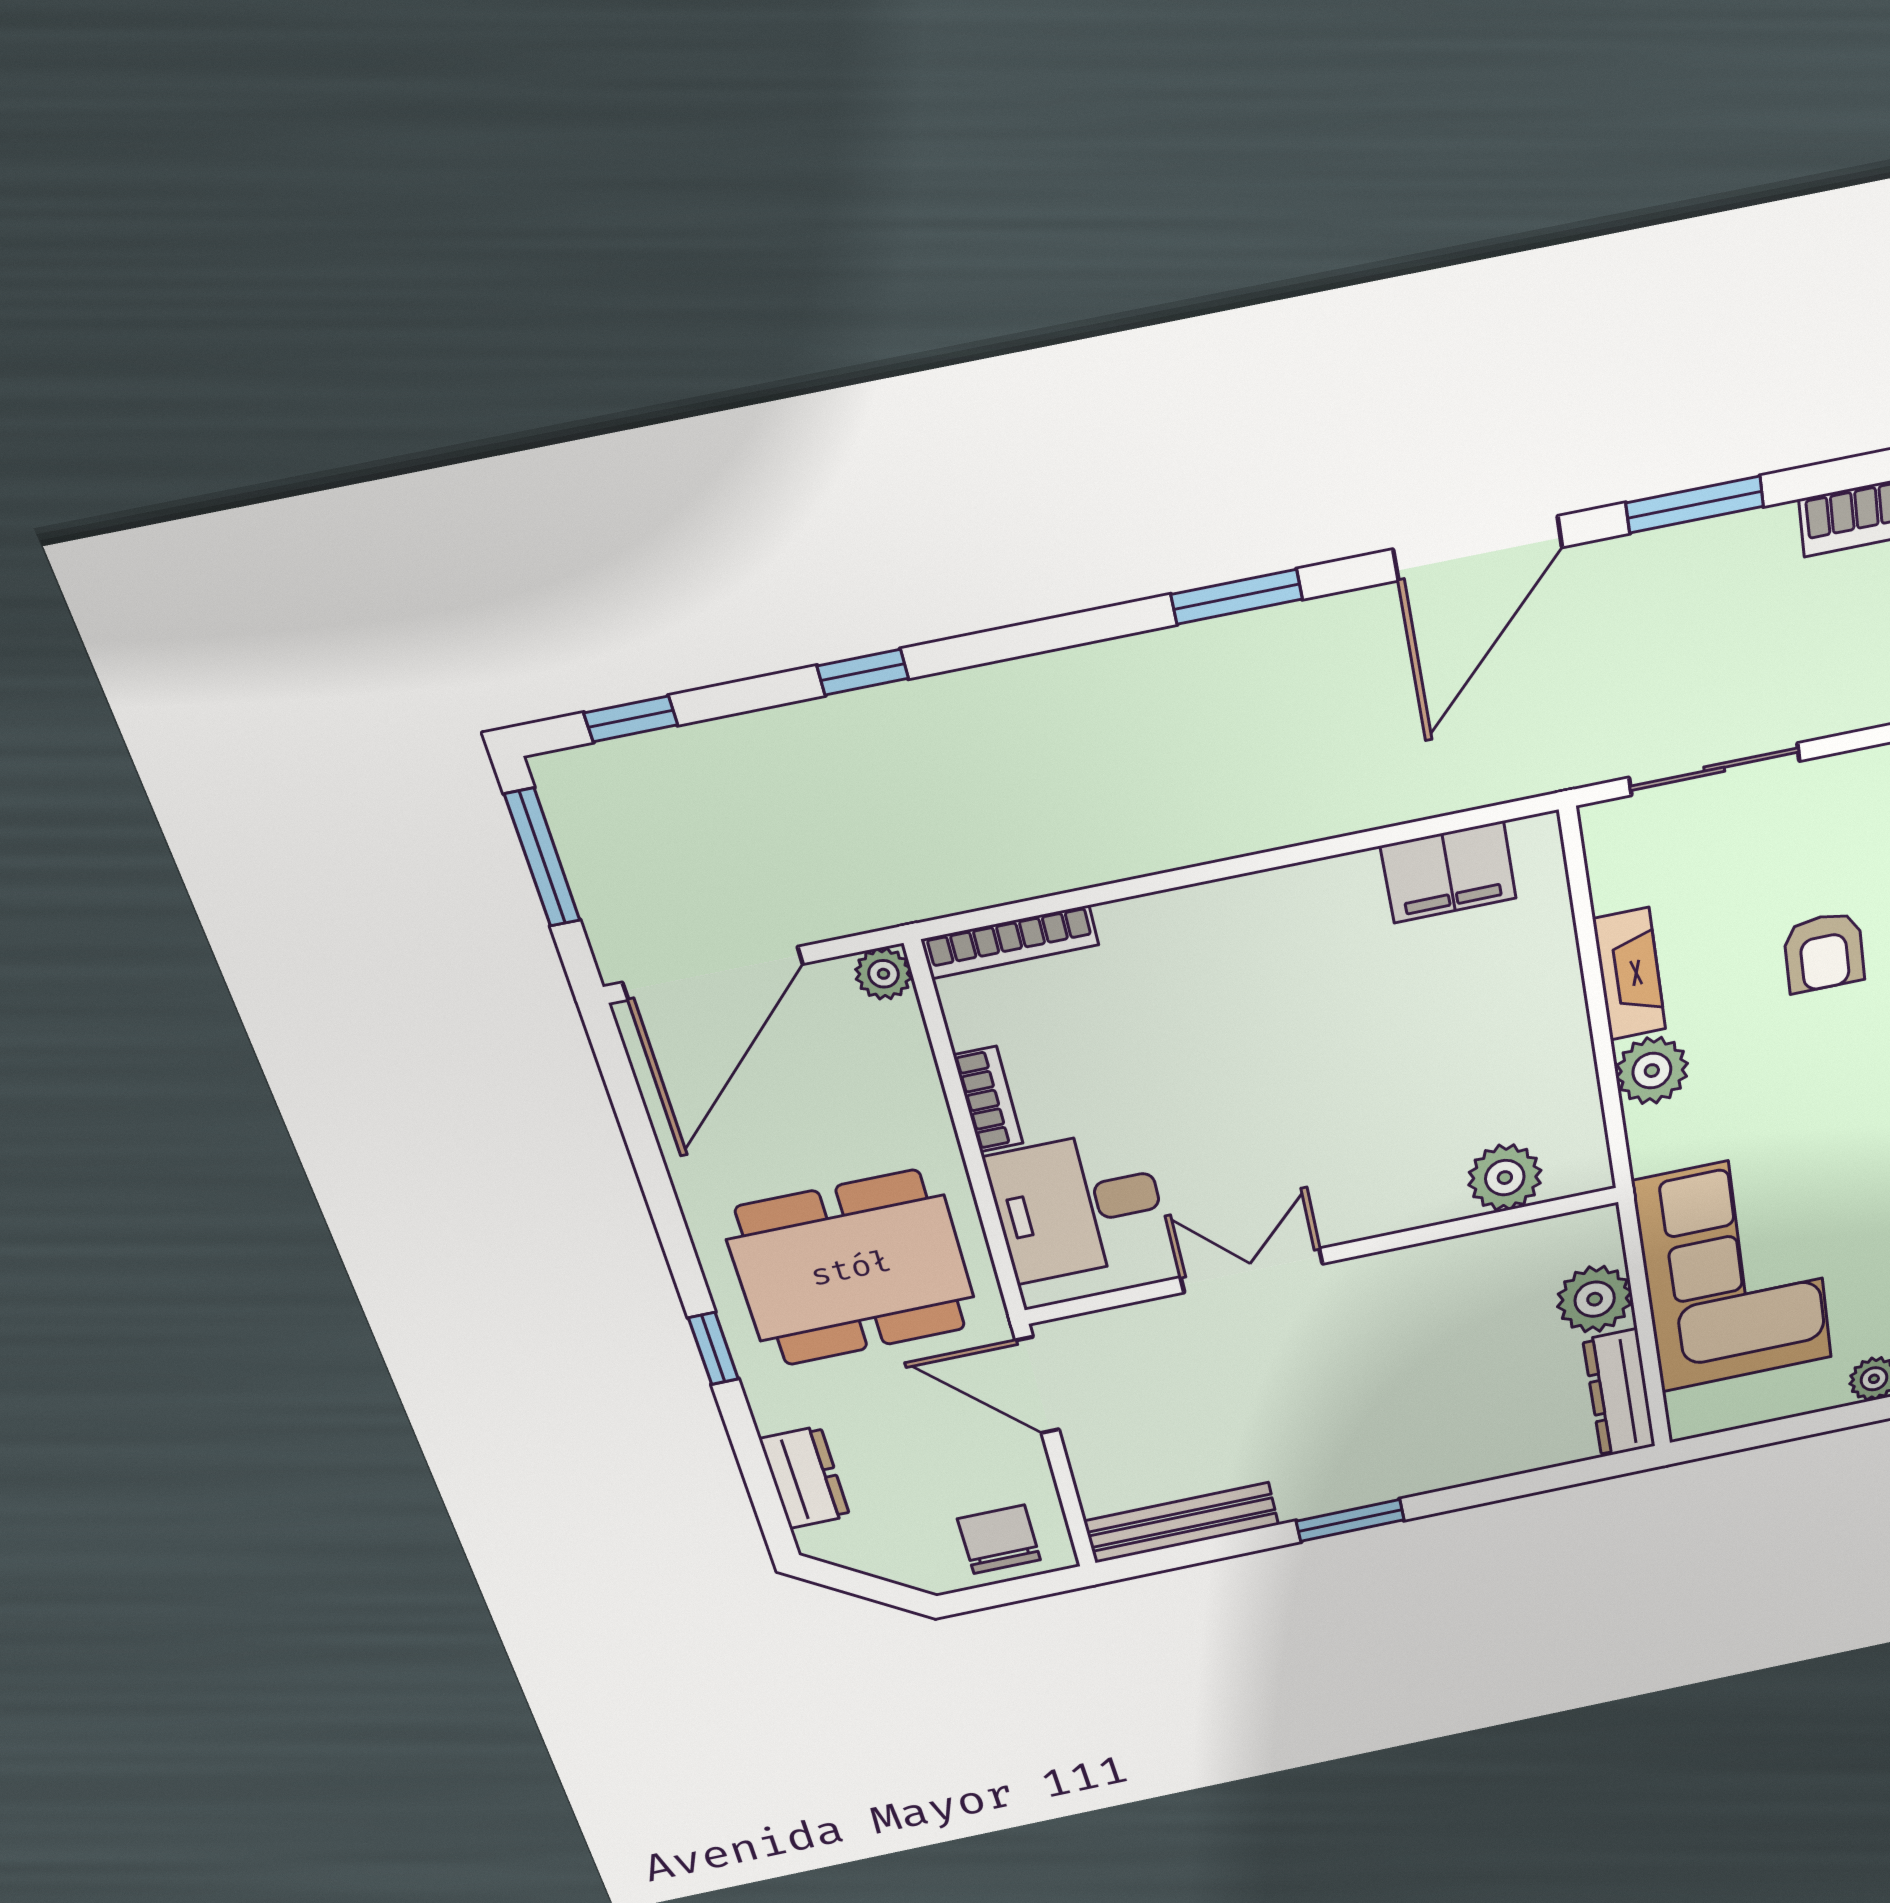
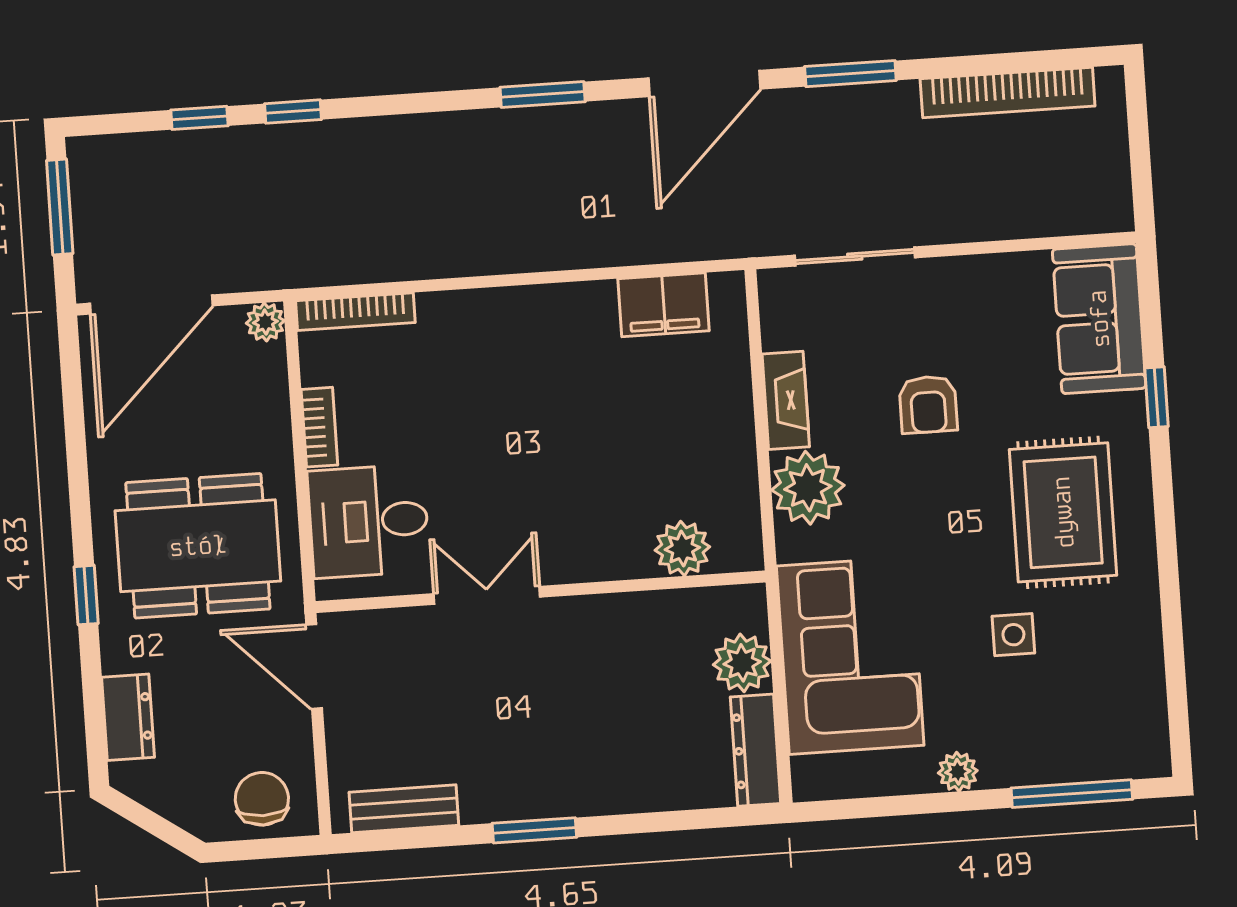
window: (631, 719) -> (199, 118), moved
plant: (1652, 1071) -> (808, 488), width x1.36, depth x1.36
bench: (1182, 1523) -> (404, 809), width x0.73

